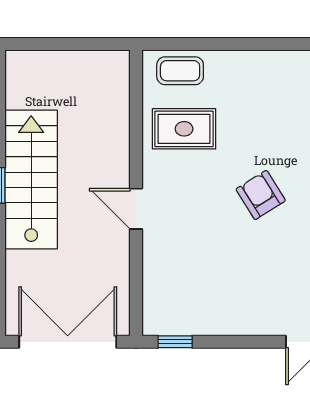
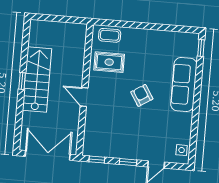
window: (243, 342) -> (128, 162), added

